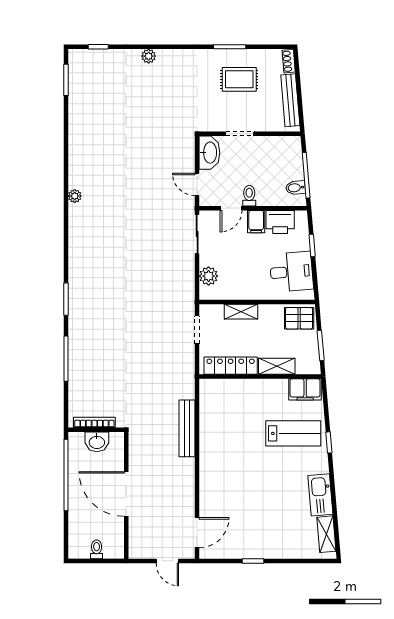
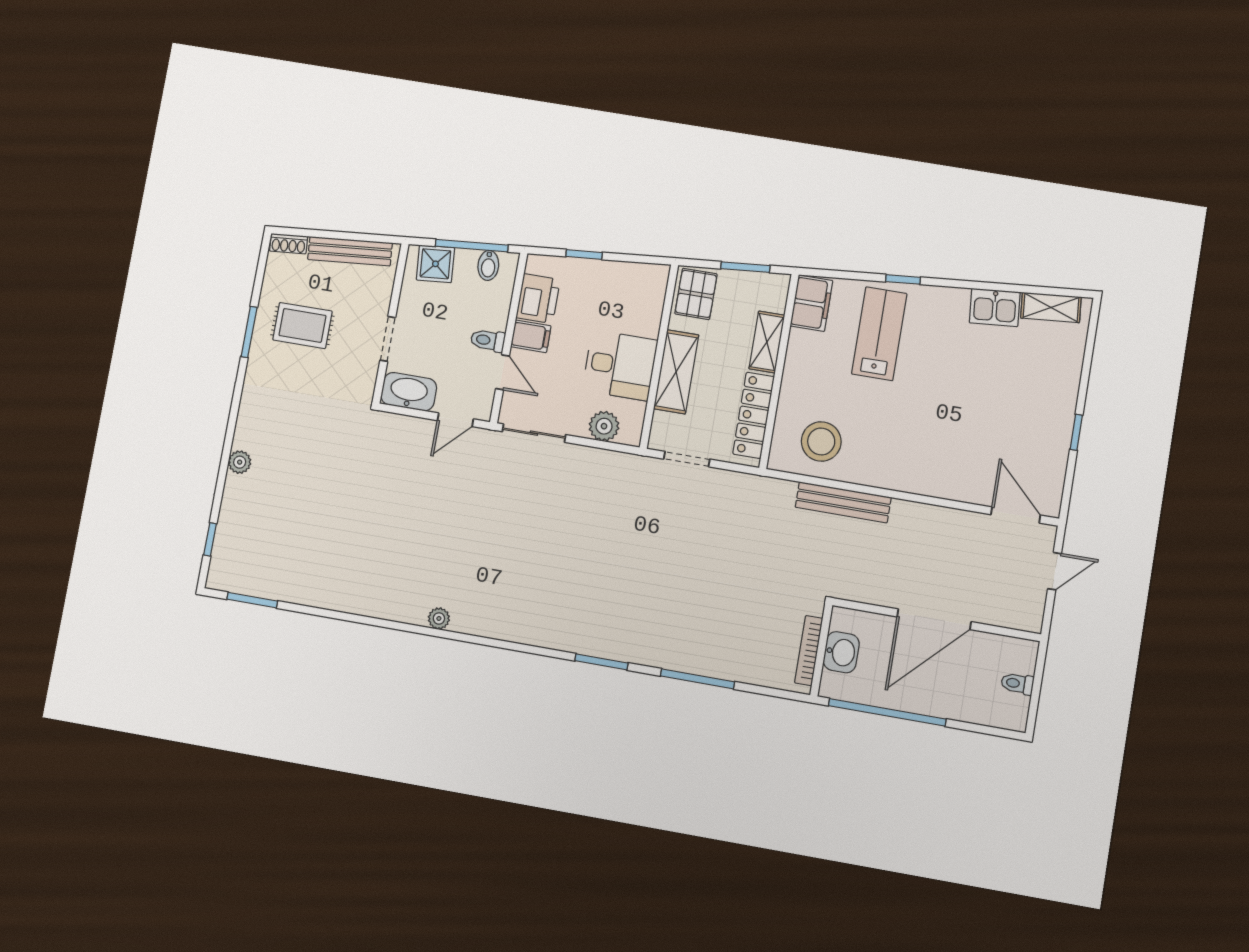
rug: (239, 79) -> (302, 325), turned 90
shower: (291, 155) -> (435, 264), added
desk: (291, 272) -> (620, 365), moved, turned 95
shelving: (241, 312) -> (676, 372), width x1.50, depth x1.33
stool: (222, 409) -> (821, 441), added
kitchen sink: (320, 495) -> (995, 307), width x0.73

